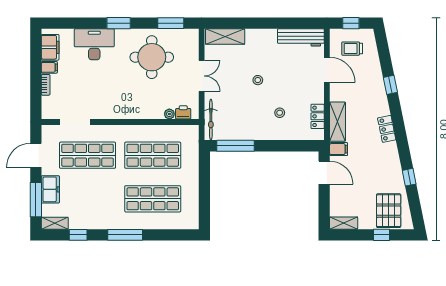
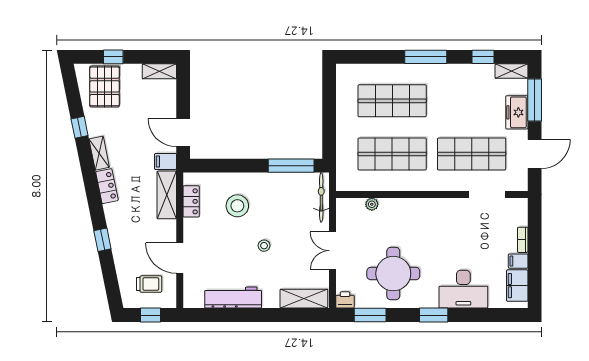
workbench: (301, 37) -> (233, 298), moved
printer: (183, 112) -> (345, 300), moved, turned 180
stool: (280, 113) -> (237, 206), width x1.89, depth x1.89
shelving: (393, 156) -> (99, 153), added

